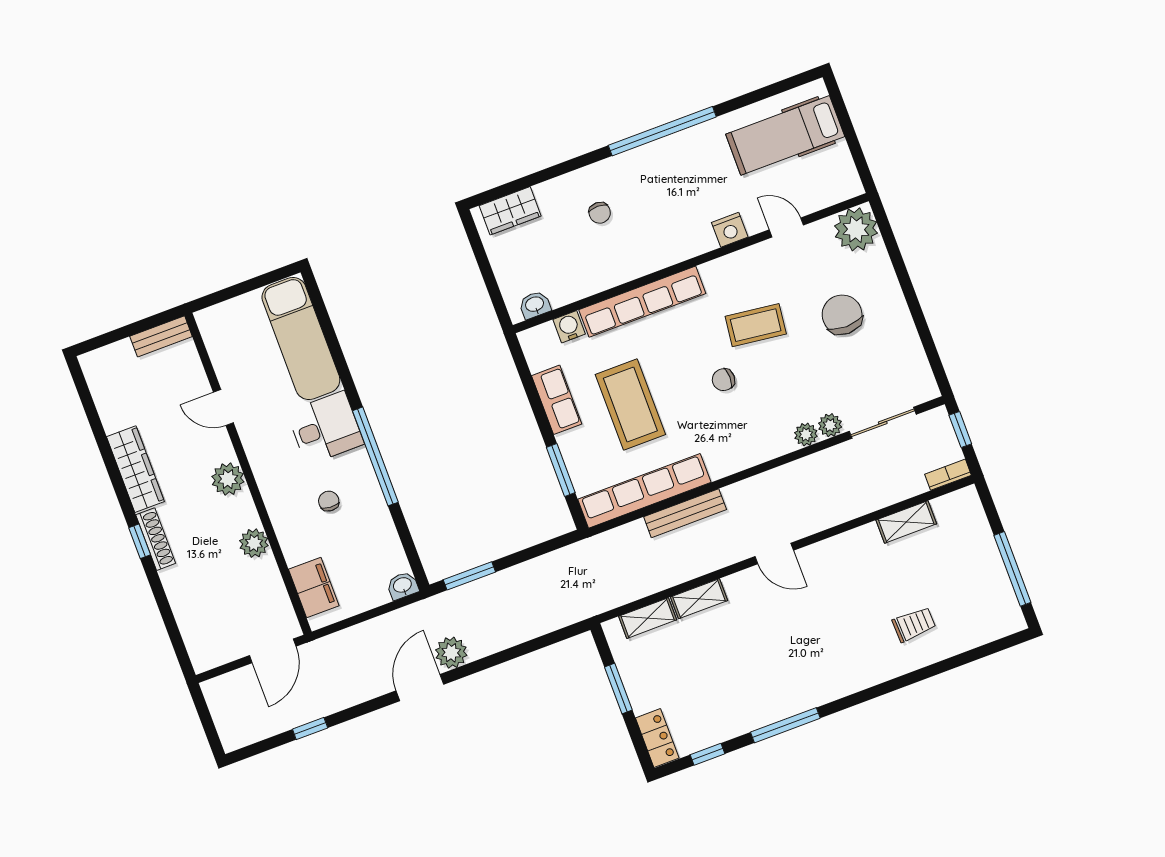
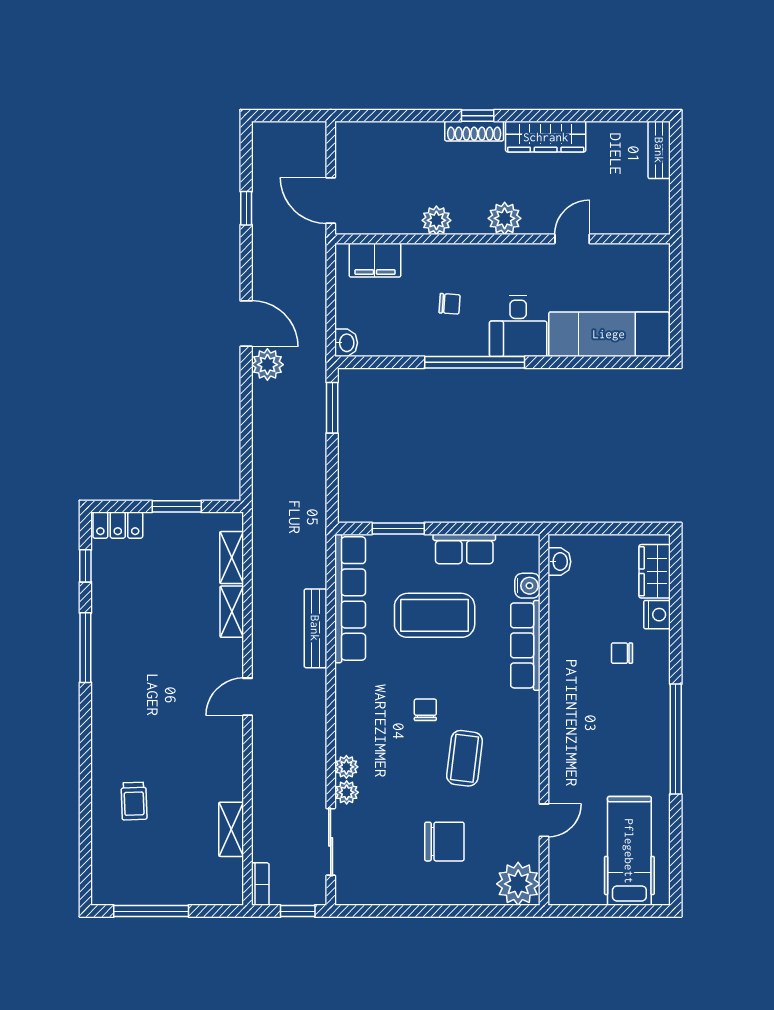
nightstand: (730, 230) -> (657, 615), moved, turned 180
row of seats: (642, 302) -> (525, 645), width x0.73
bench: (161, 336) -> (659, 150), moved

